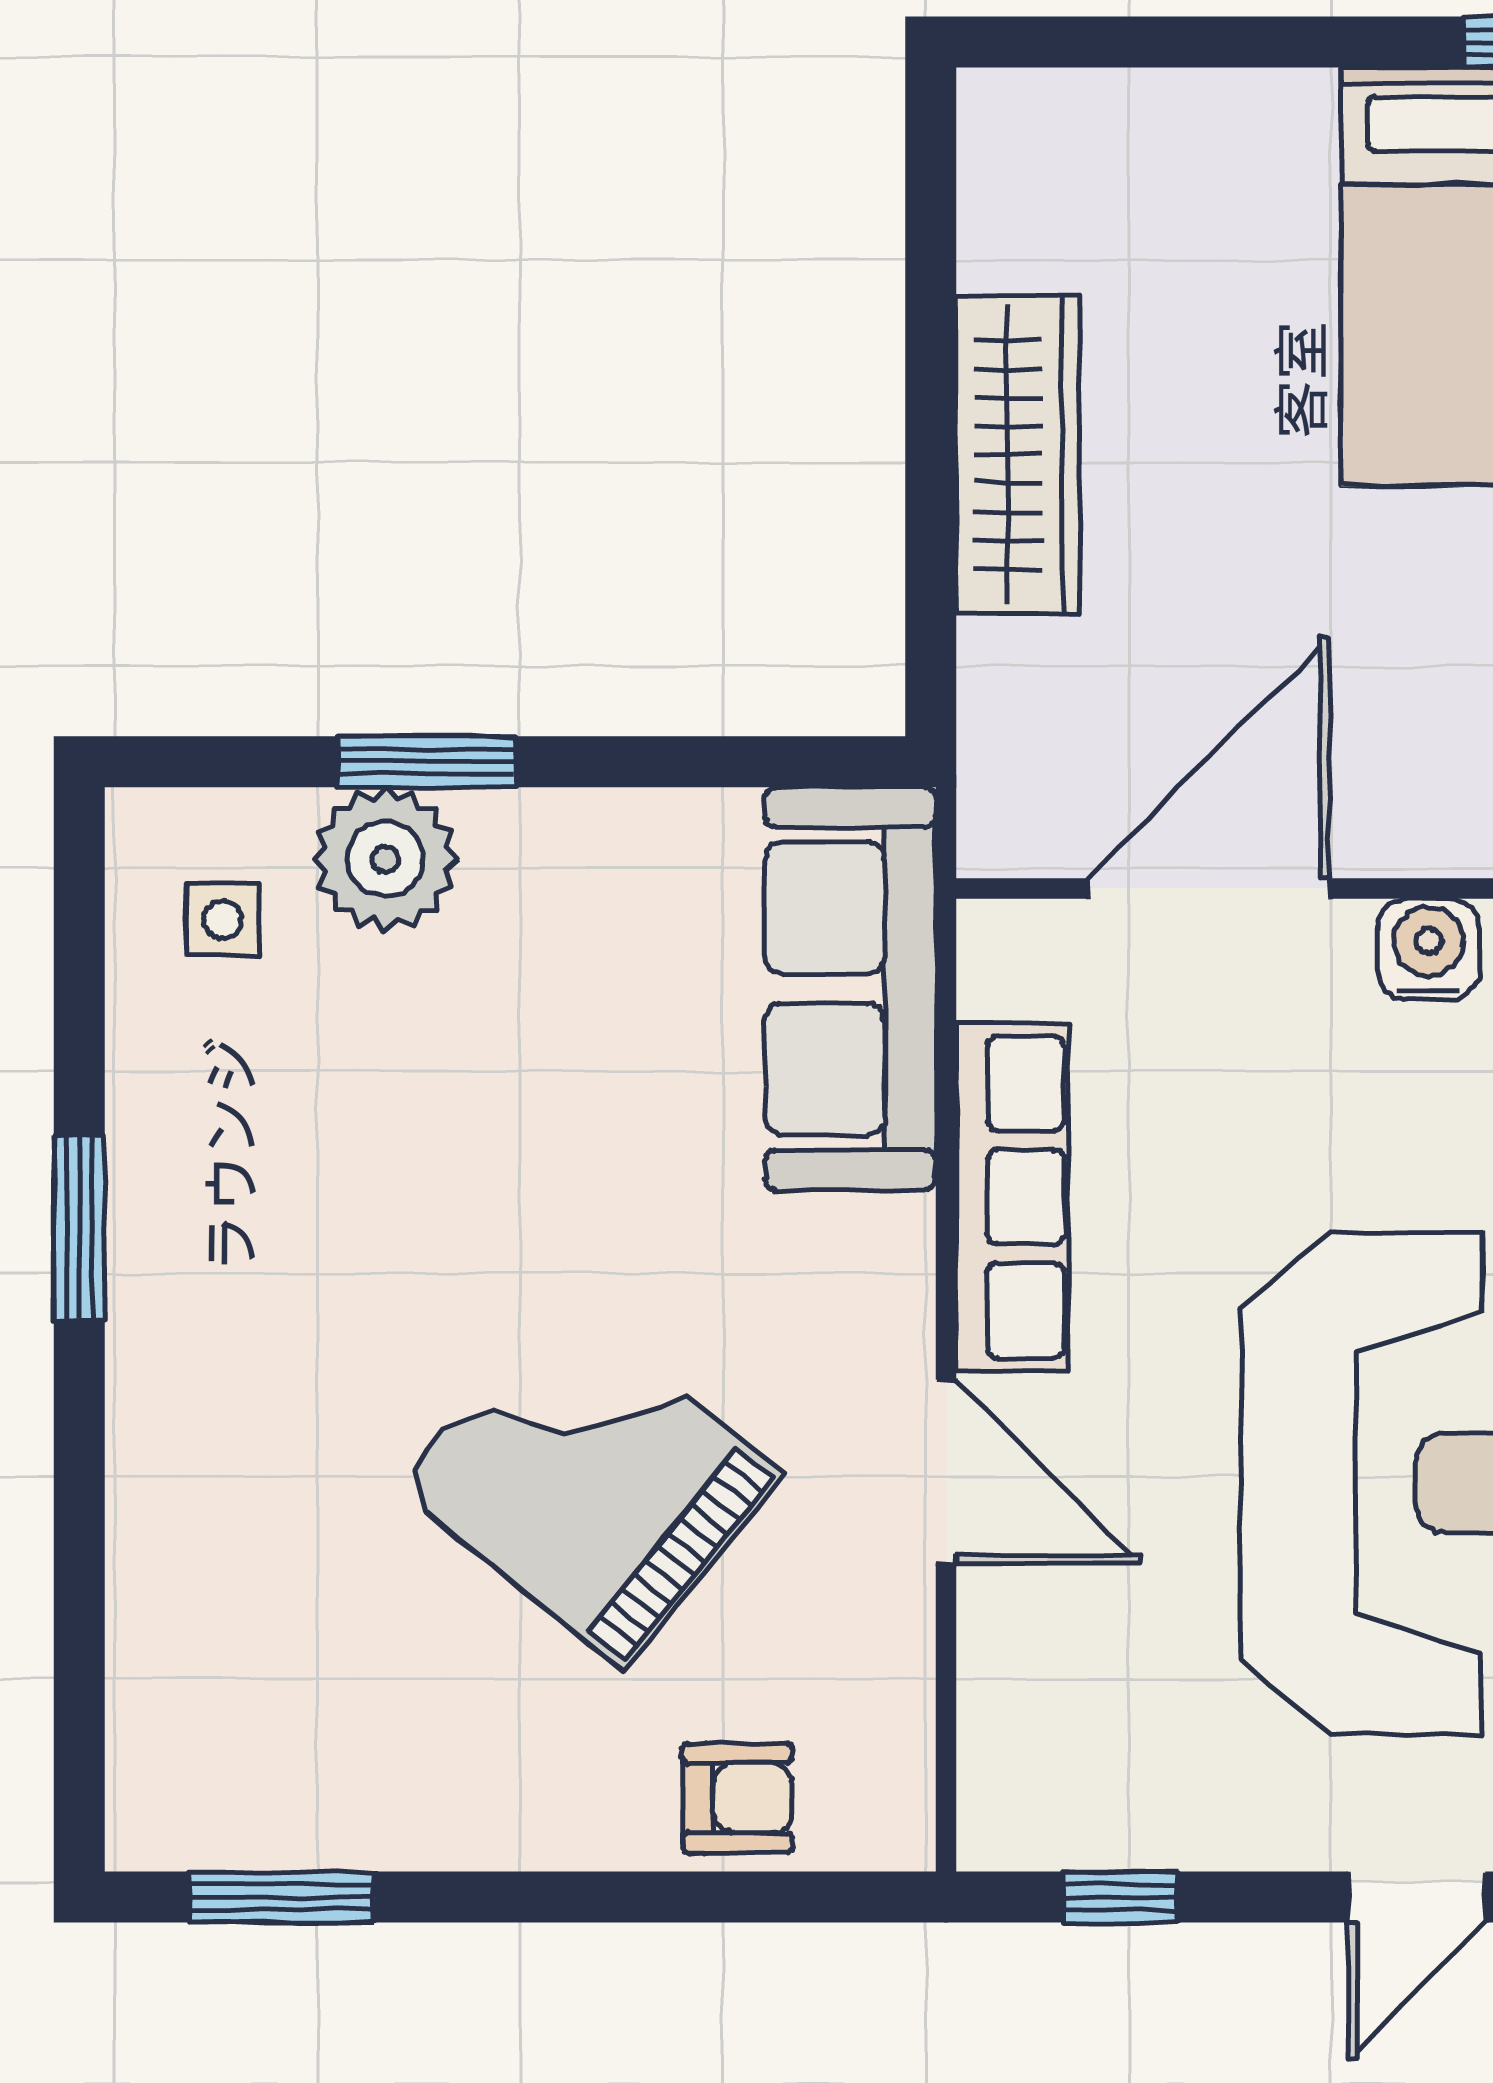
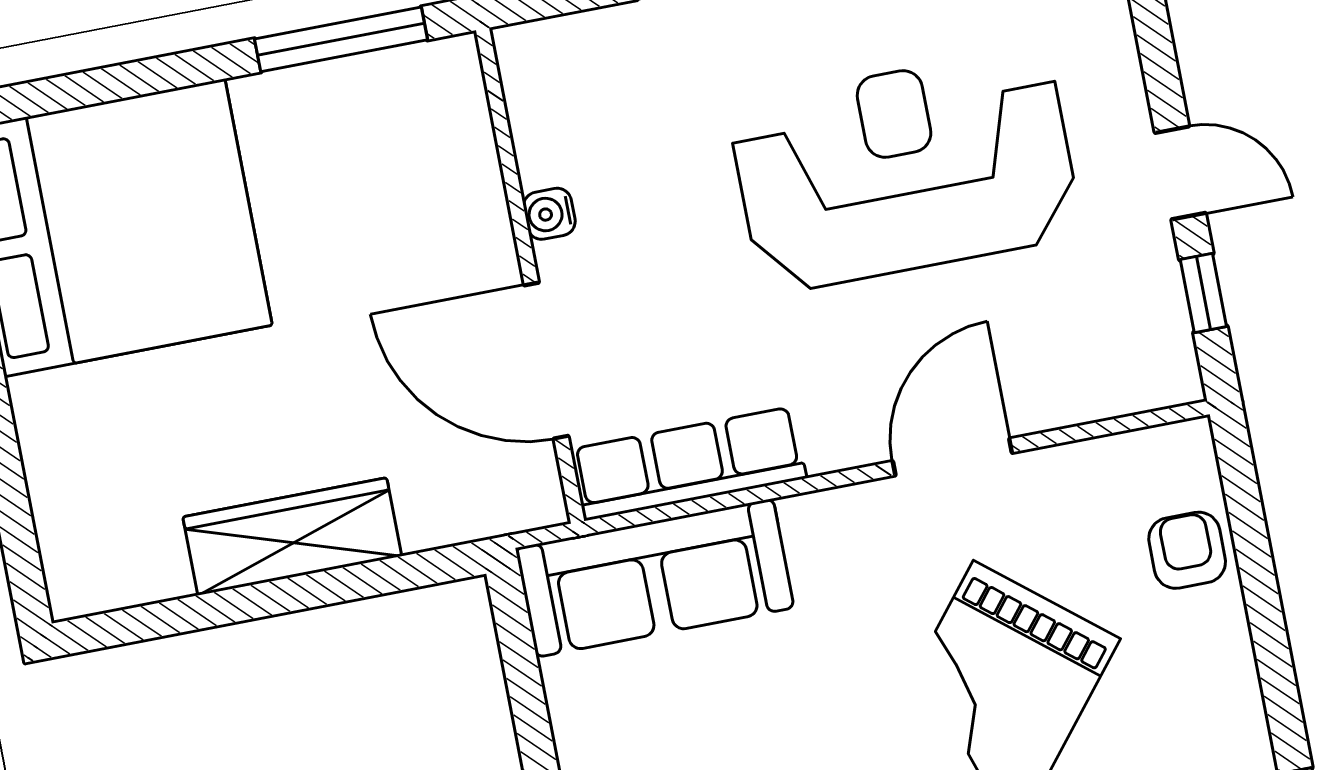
water cooler: (1429, 950) -> (549, 214), width x0.72, depth x0.72
row of seats: (1012, 1197) -> (689, 464), moved
door: (1417, 1897) -> (1180, 173), moved

